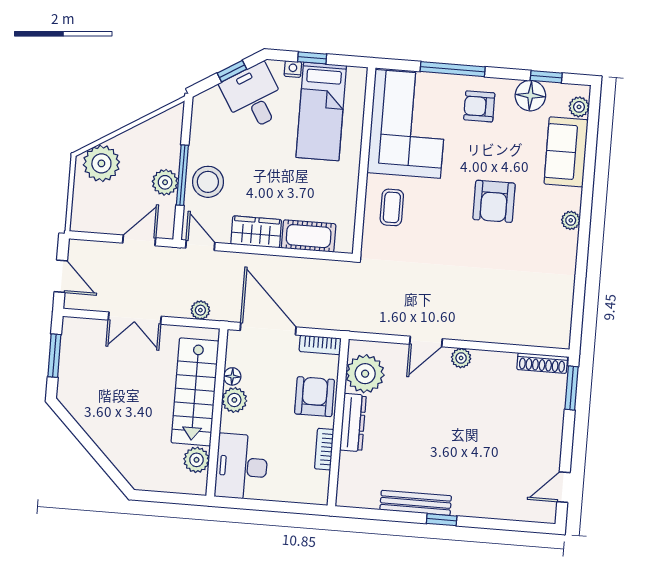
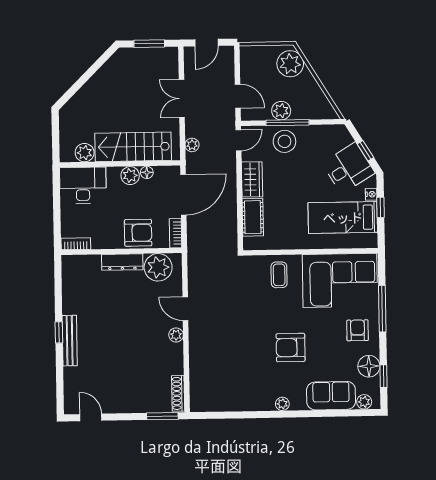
coffee table: (392, 207) -> (279, 275), turned 90
bookcase: (324, 449) -> (76, 244), moved
bench: (416, 503) -> (70, 341), moved

